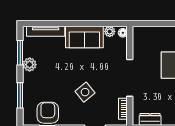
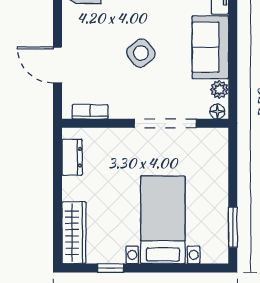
doorway: (130, 78) -> (165, 123), moved
side table: (85, 92) -> (141, 53), moved

